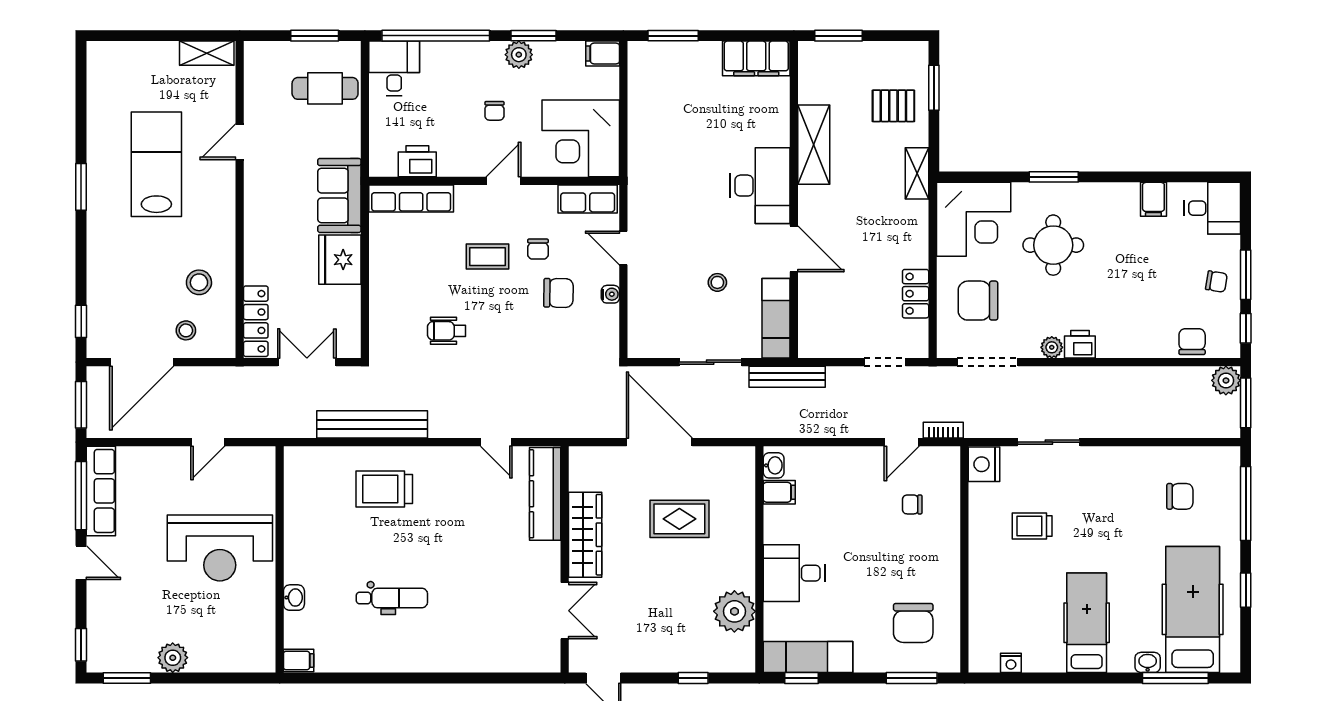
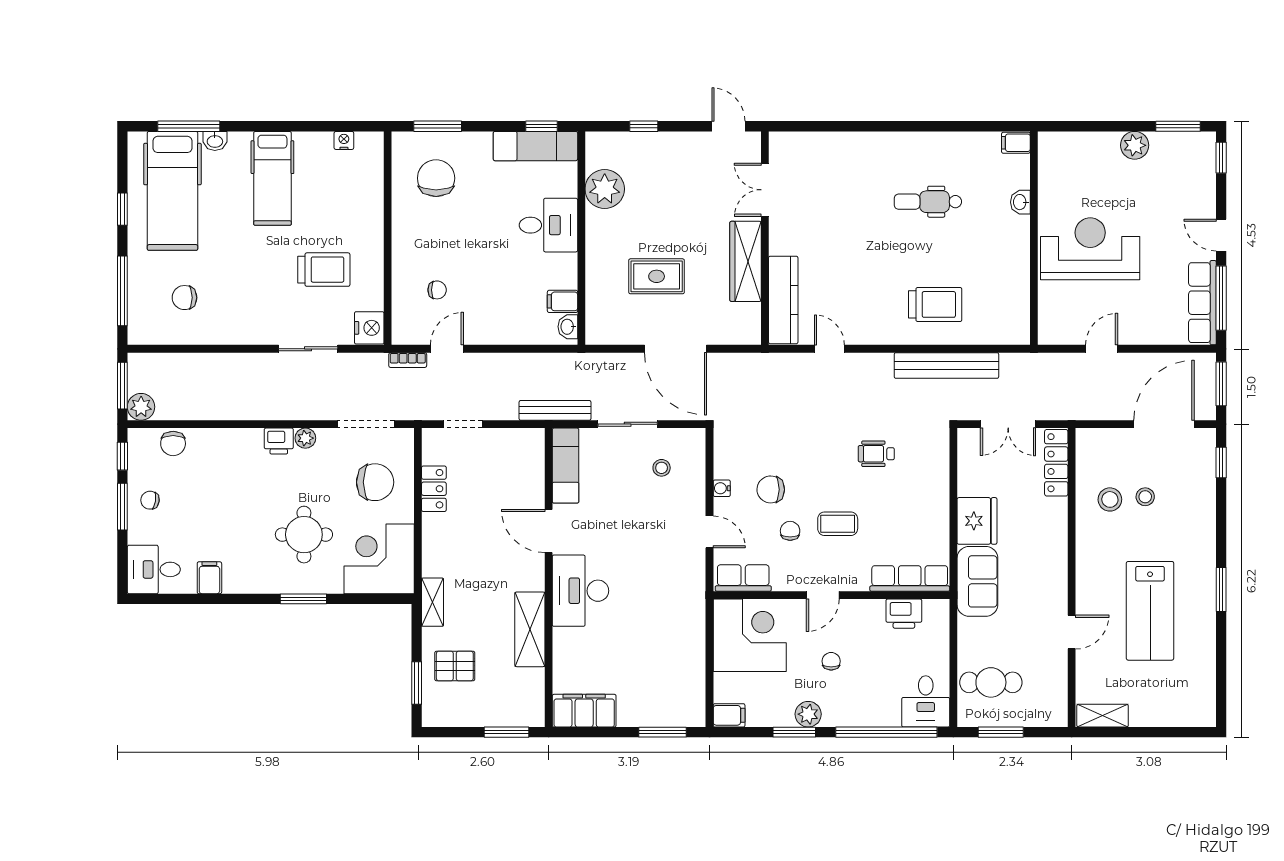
stool: (717, 282) -> (662, 468), moved
stool: (186, 330) -> (1145, 497), moved
wheelchair: (447, 331) -> (876, 454), turned 180
trolley: (1032, 526) -> (324, 270), width x1.36, depth x1.39

